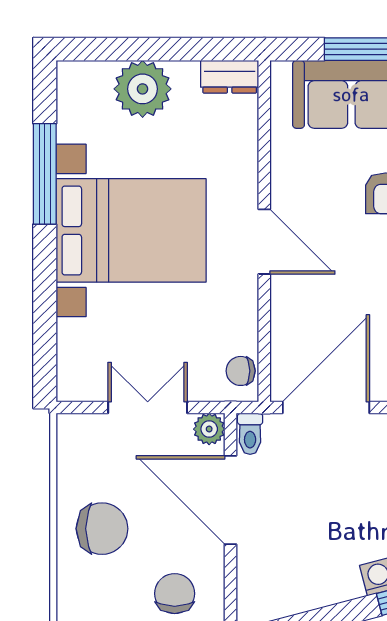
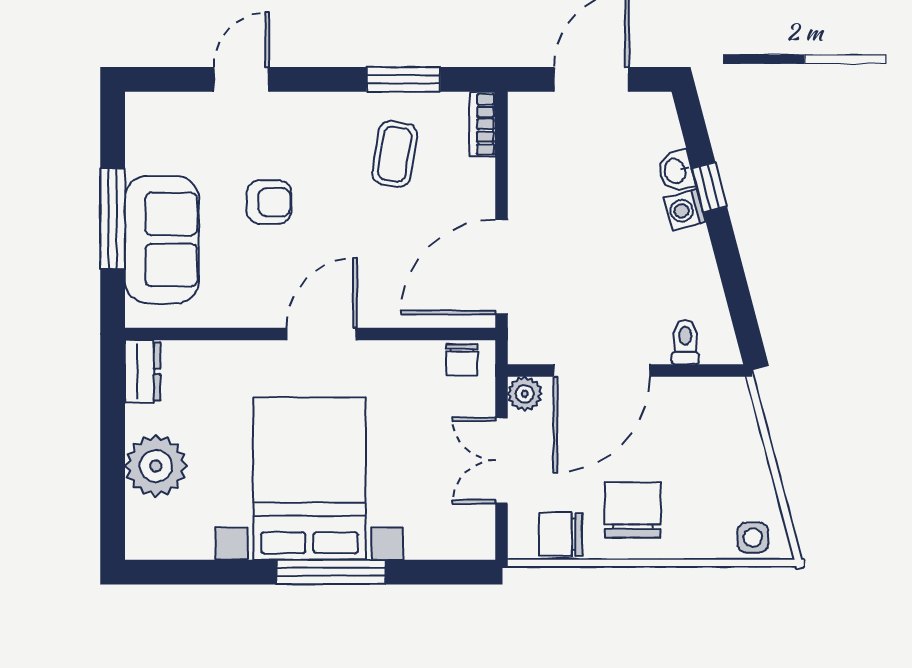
window: (45, 174) -> (331, 572), moved
door: (326, 408) -> (502, 267), hinge flipped
toilet: (250, 434) -> (685, 342), moved, turned -90
chair: (175, 594) -> (561, 534), moved

